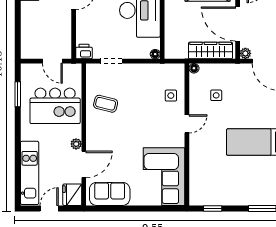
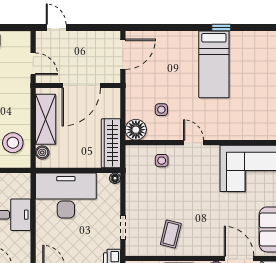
wardrobe: (211, 50) -> (111, 143), moved
plant: (245, 53) -> (114, 77), removed
floor lamp: (194, 68) -> (136, 130), width x1.89, depth x1.89

